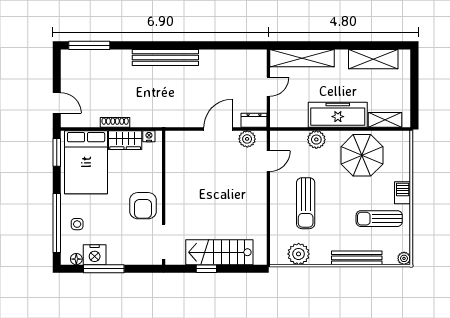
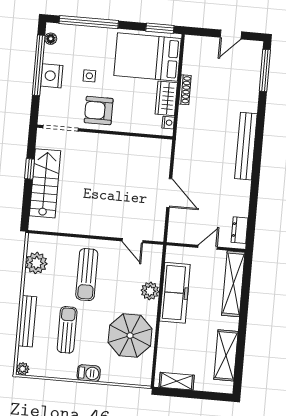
door: (268, 87) -> (208, 247), swing flipped
door: (57, 103) -> (231, 34), moved
freezer: (338, 115) -> (175, 293), moved
dresser: (254, 120) -> (240, 230), moved, turned 180
shelving: (385, 120) -> (177, 381), moved, turned 90
plant: (247, 139) -> (157, 221), removed
sun lounger: (306, 203) -> (87, 275), turned -90
sun lounger: (379, 219) -> (67, 330), moved
side table: (77, 224) -> (89, 76), moved
nightstand: (95, 255) -> (52, 76), moved
window: (104, 269) -> (39, 65), width x1.46

